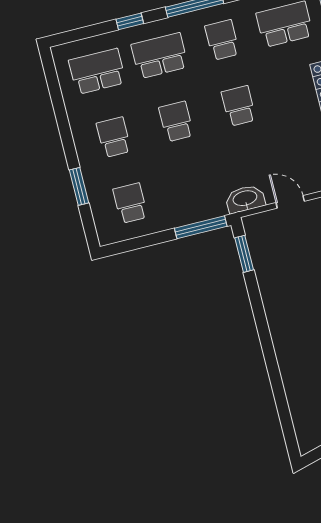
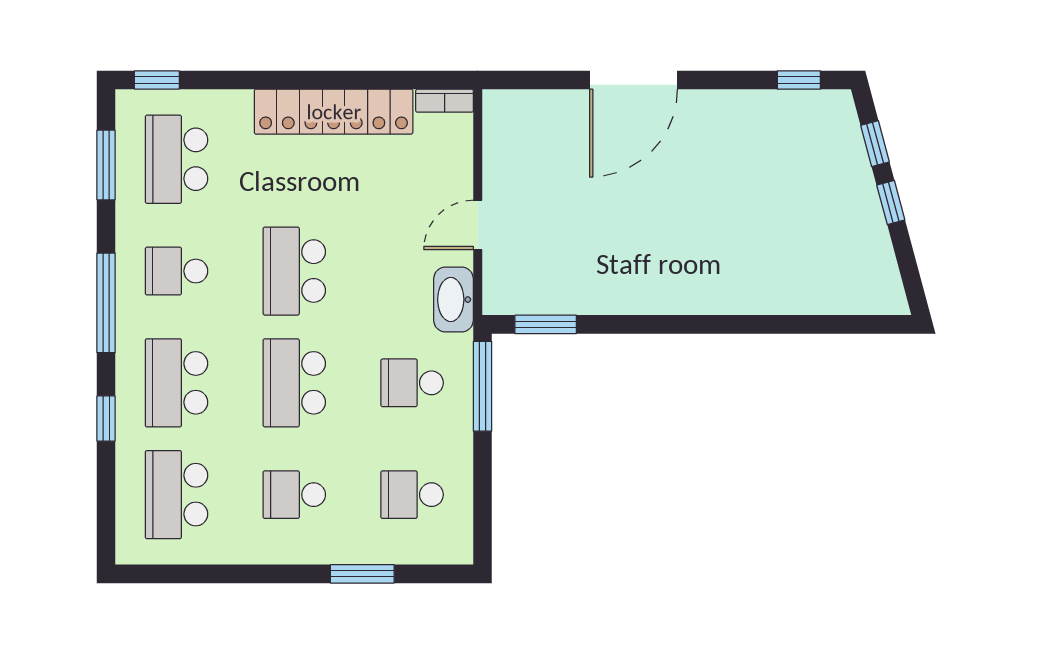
school desk: (239, 106) -> (294, 271), width x1.85
school desk: (176, 122) -> (294, 383), width x1.85
school desk: (193, 187) -> (412, 383), added

